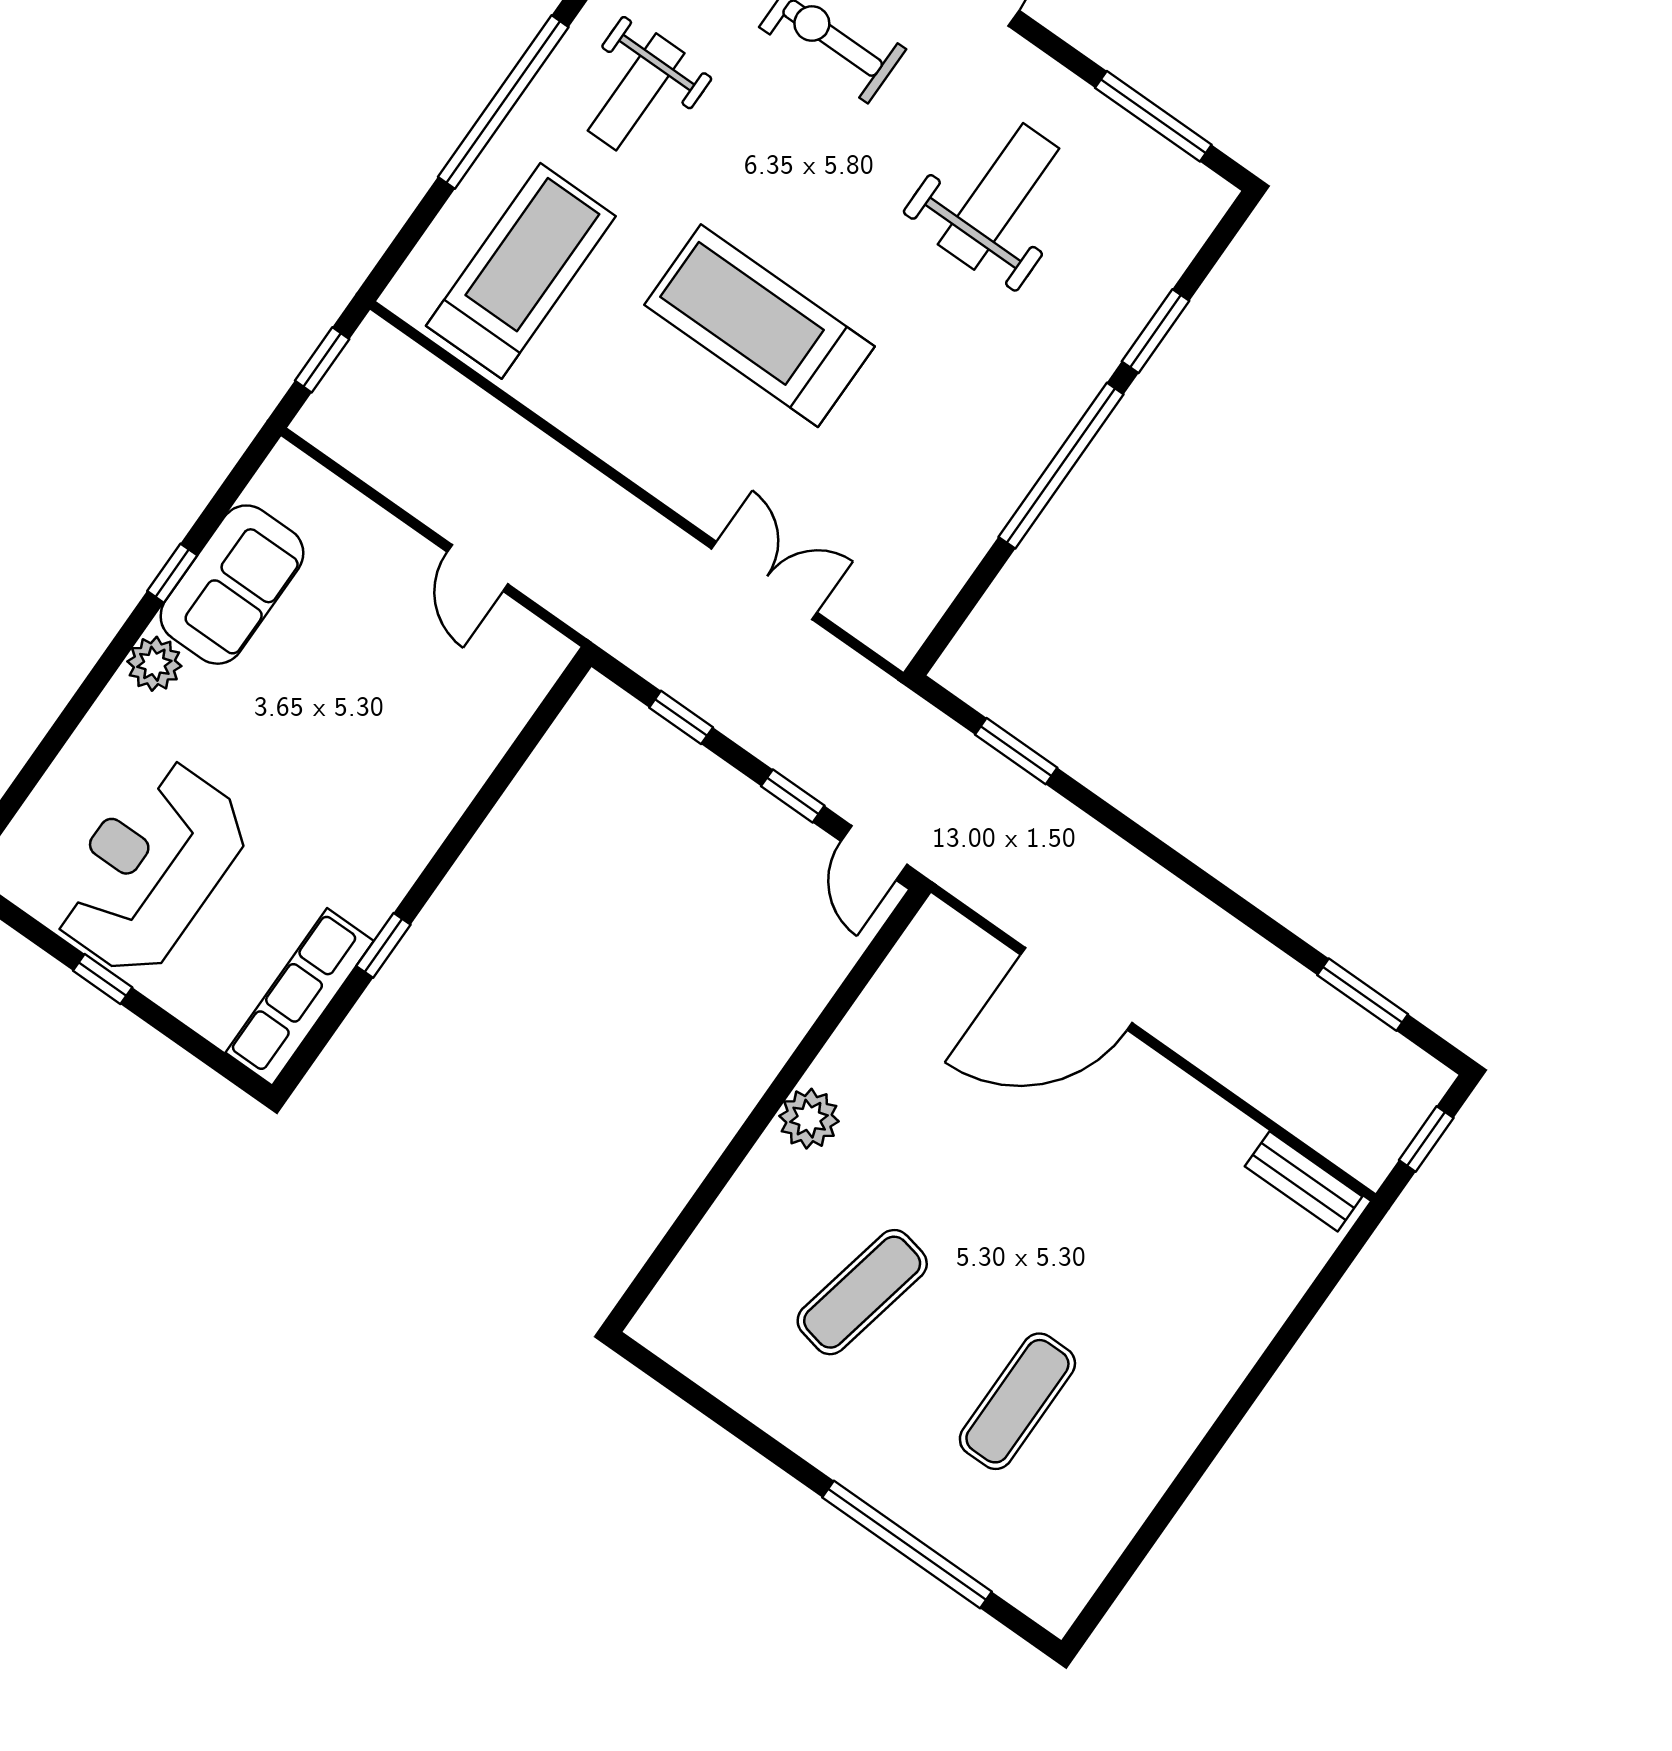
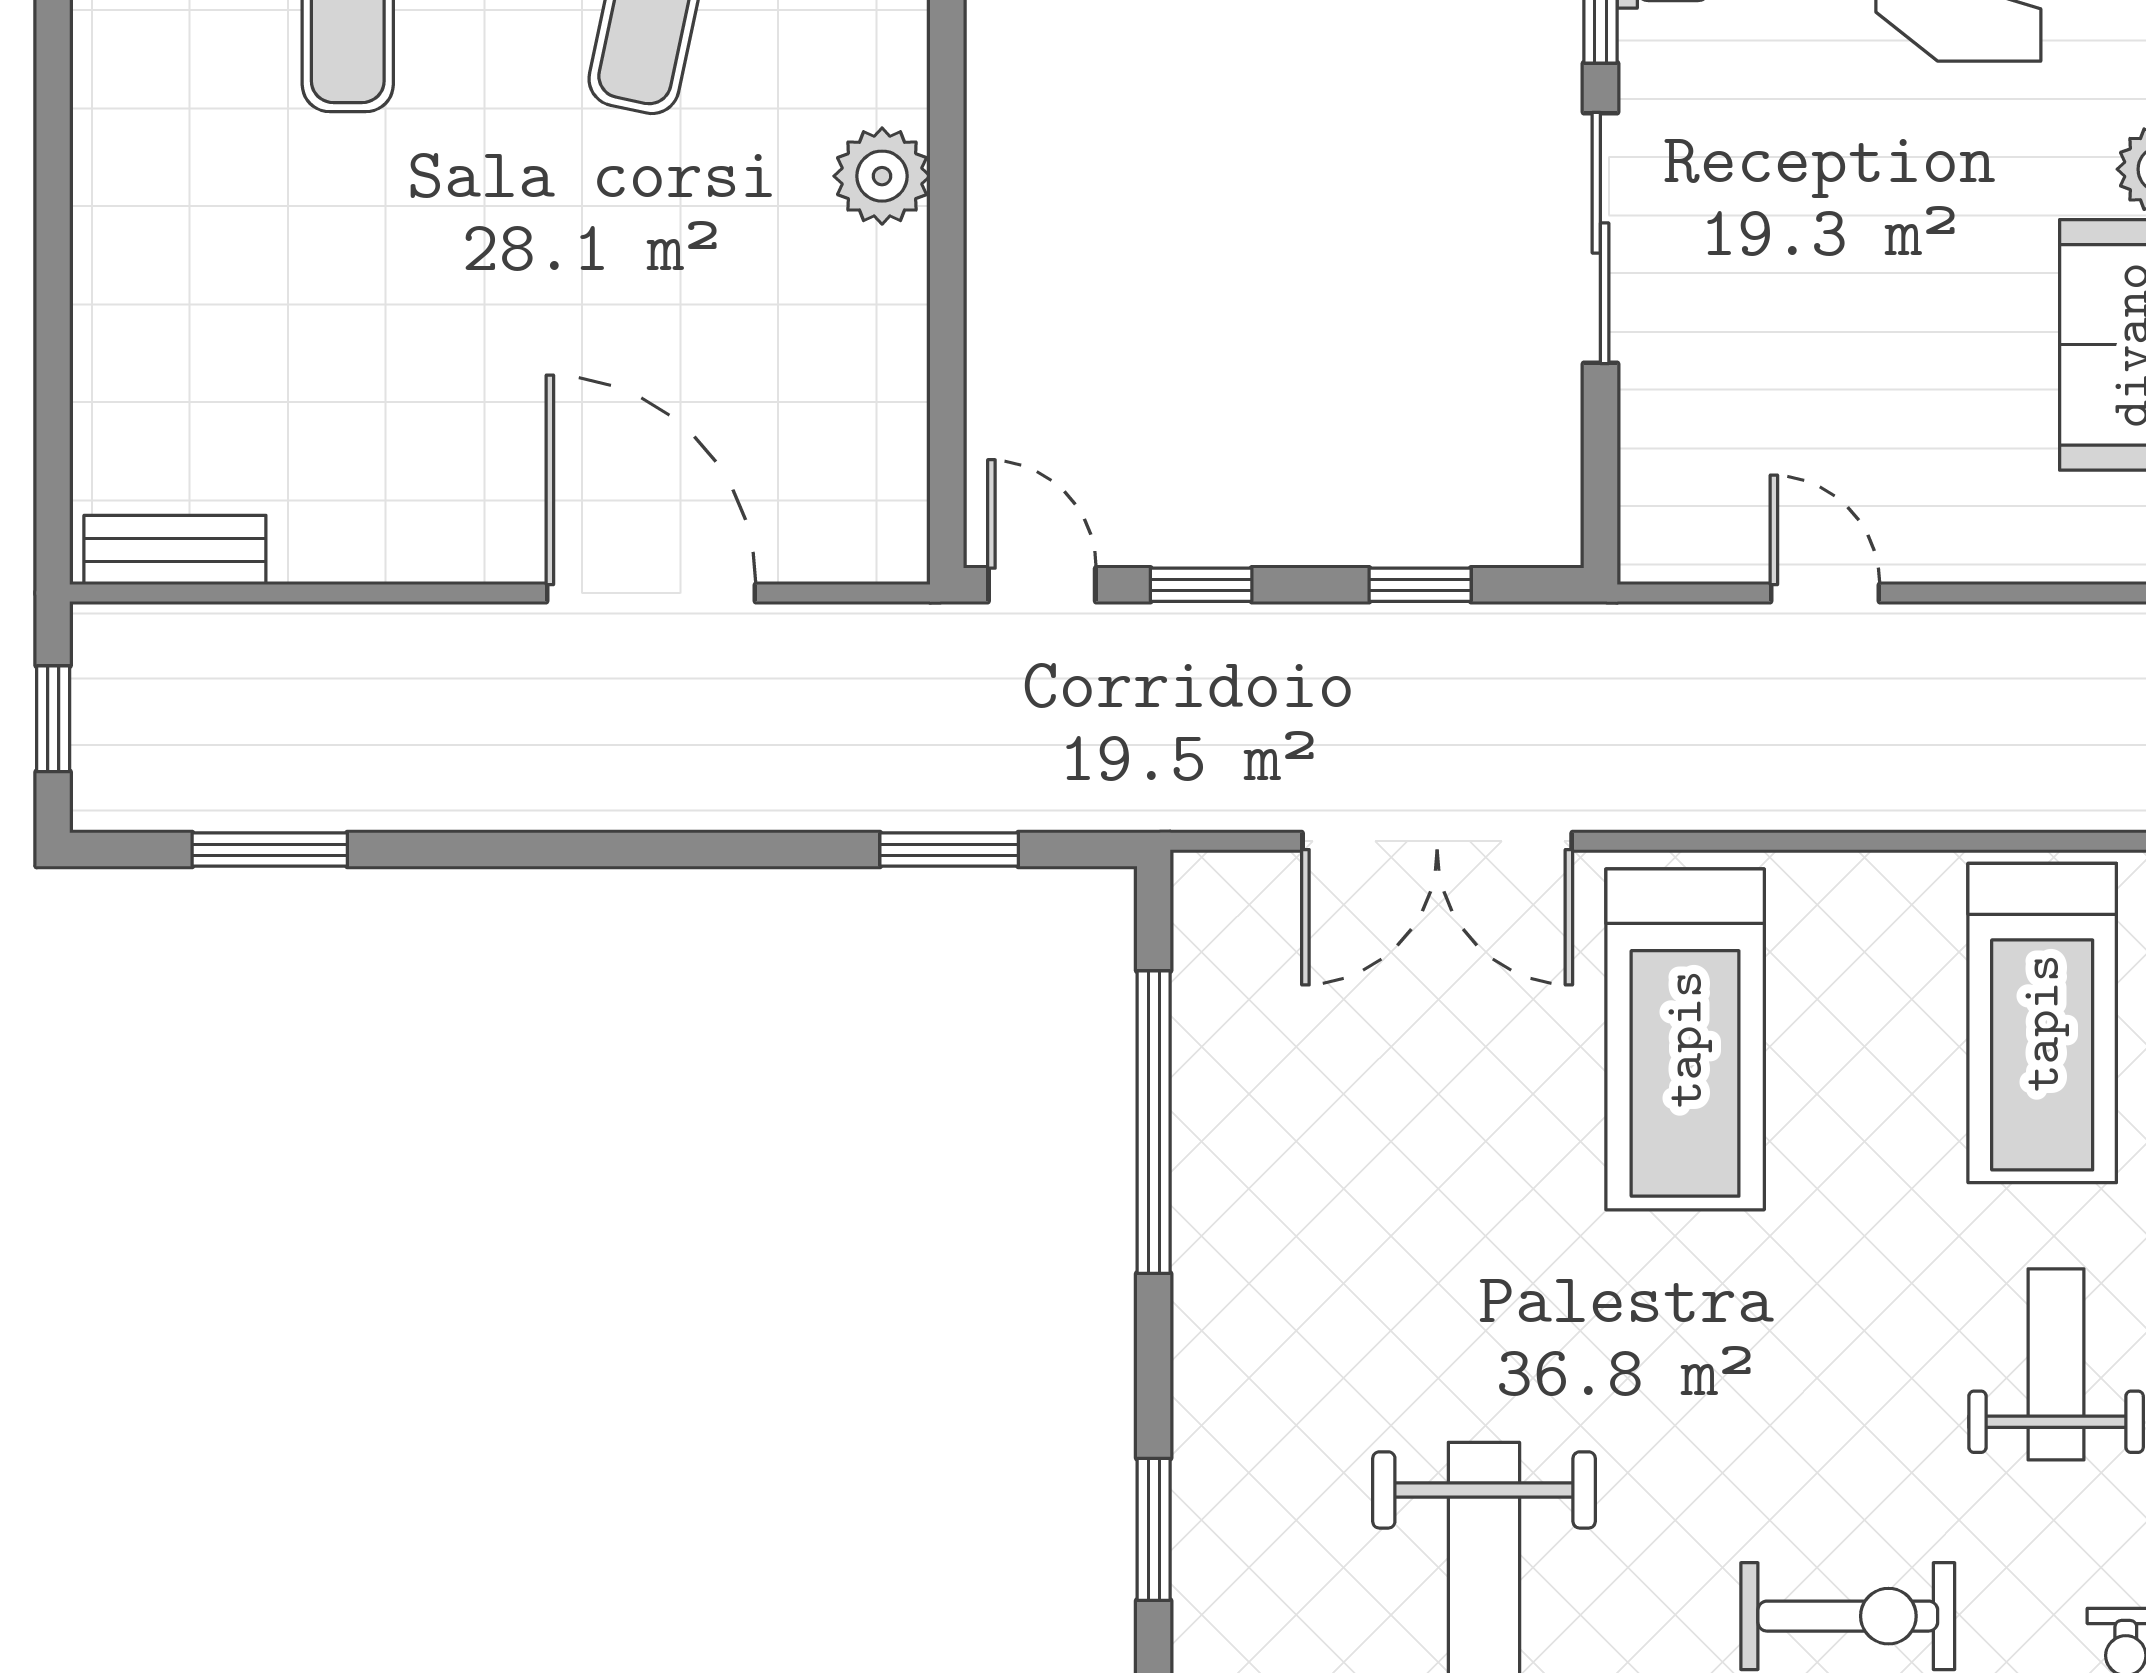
treadmill: (759, 326) -> (1685, 1039), moved, turned 90
window: (1061, 466) -> (1154, 1122), moved
double door: (764, 580) -> (1437, 841), width x1.37
sliding door: (465, 830) -> (1600, 238), added
door: (1076, 989) -> (651, 593), hinge flipped

